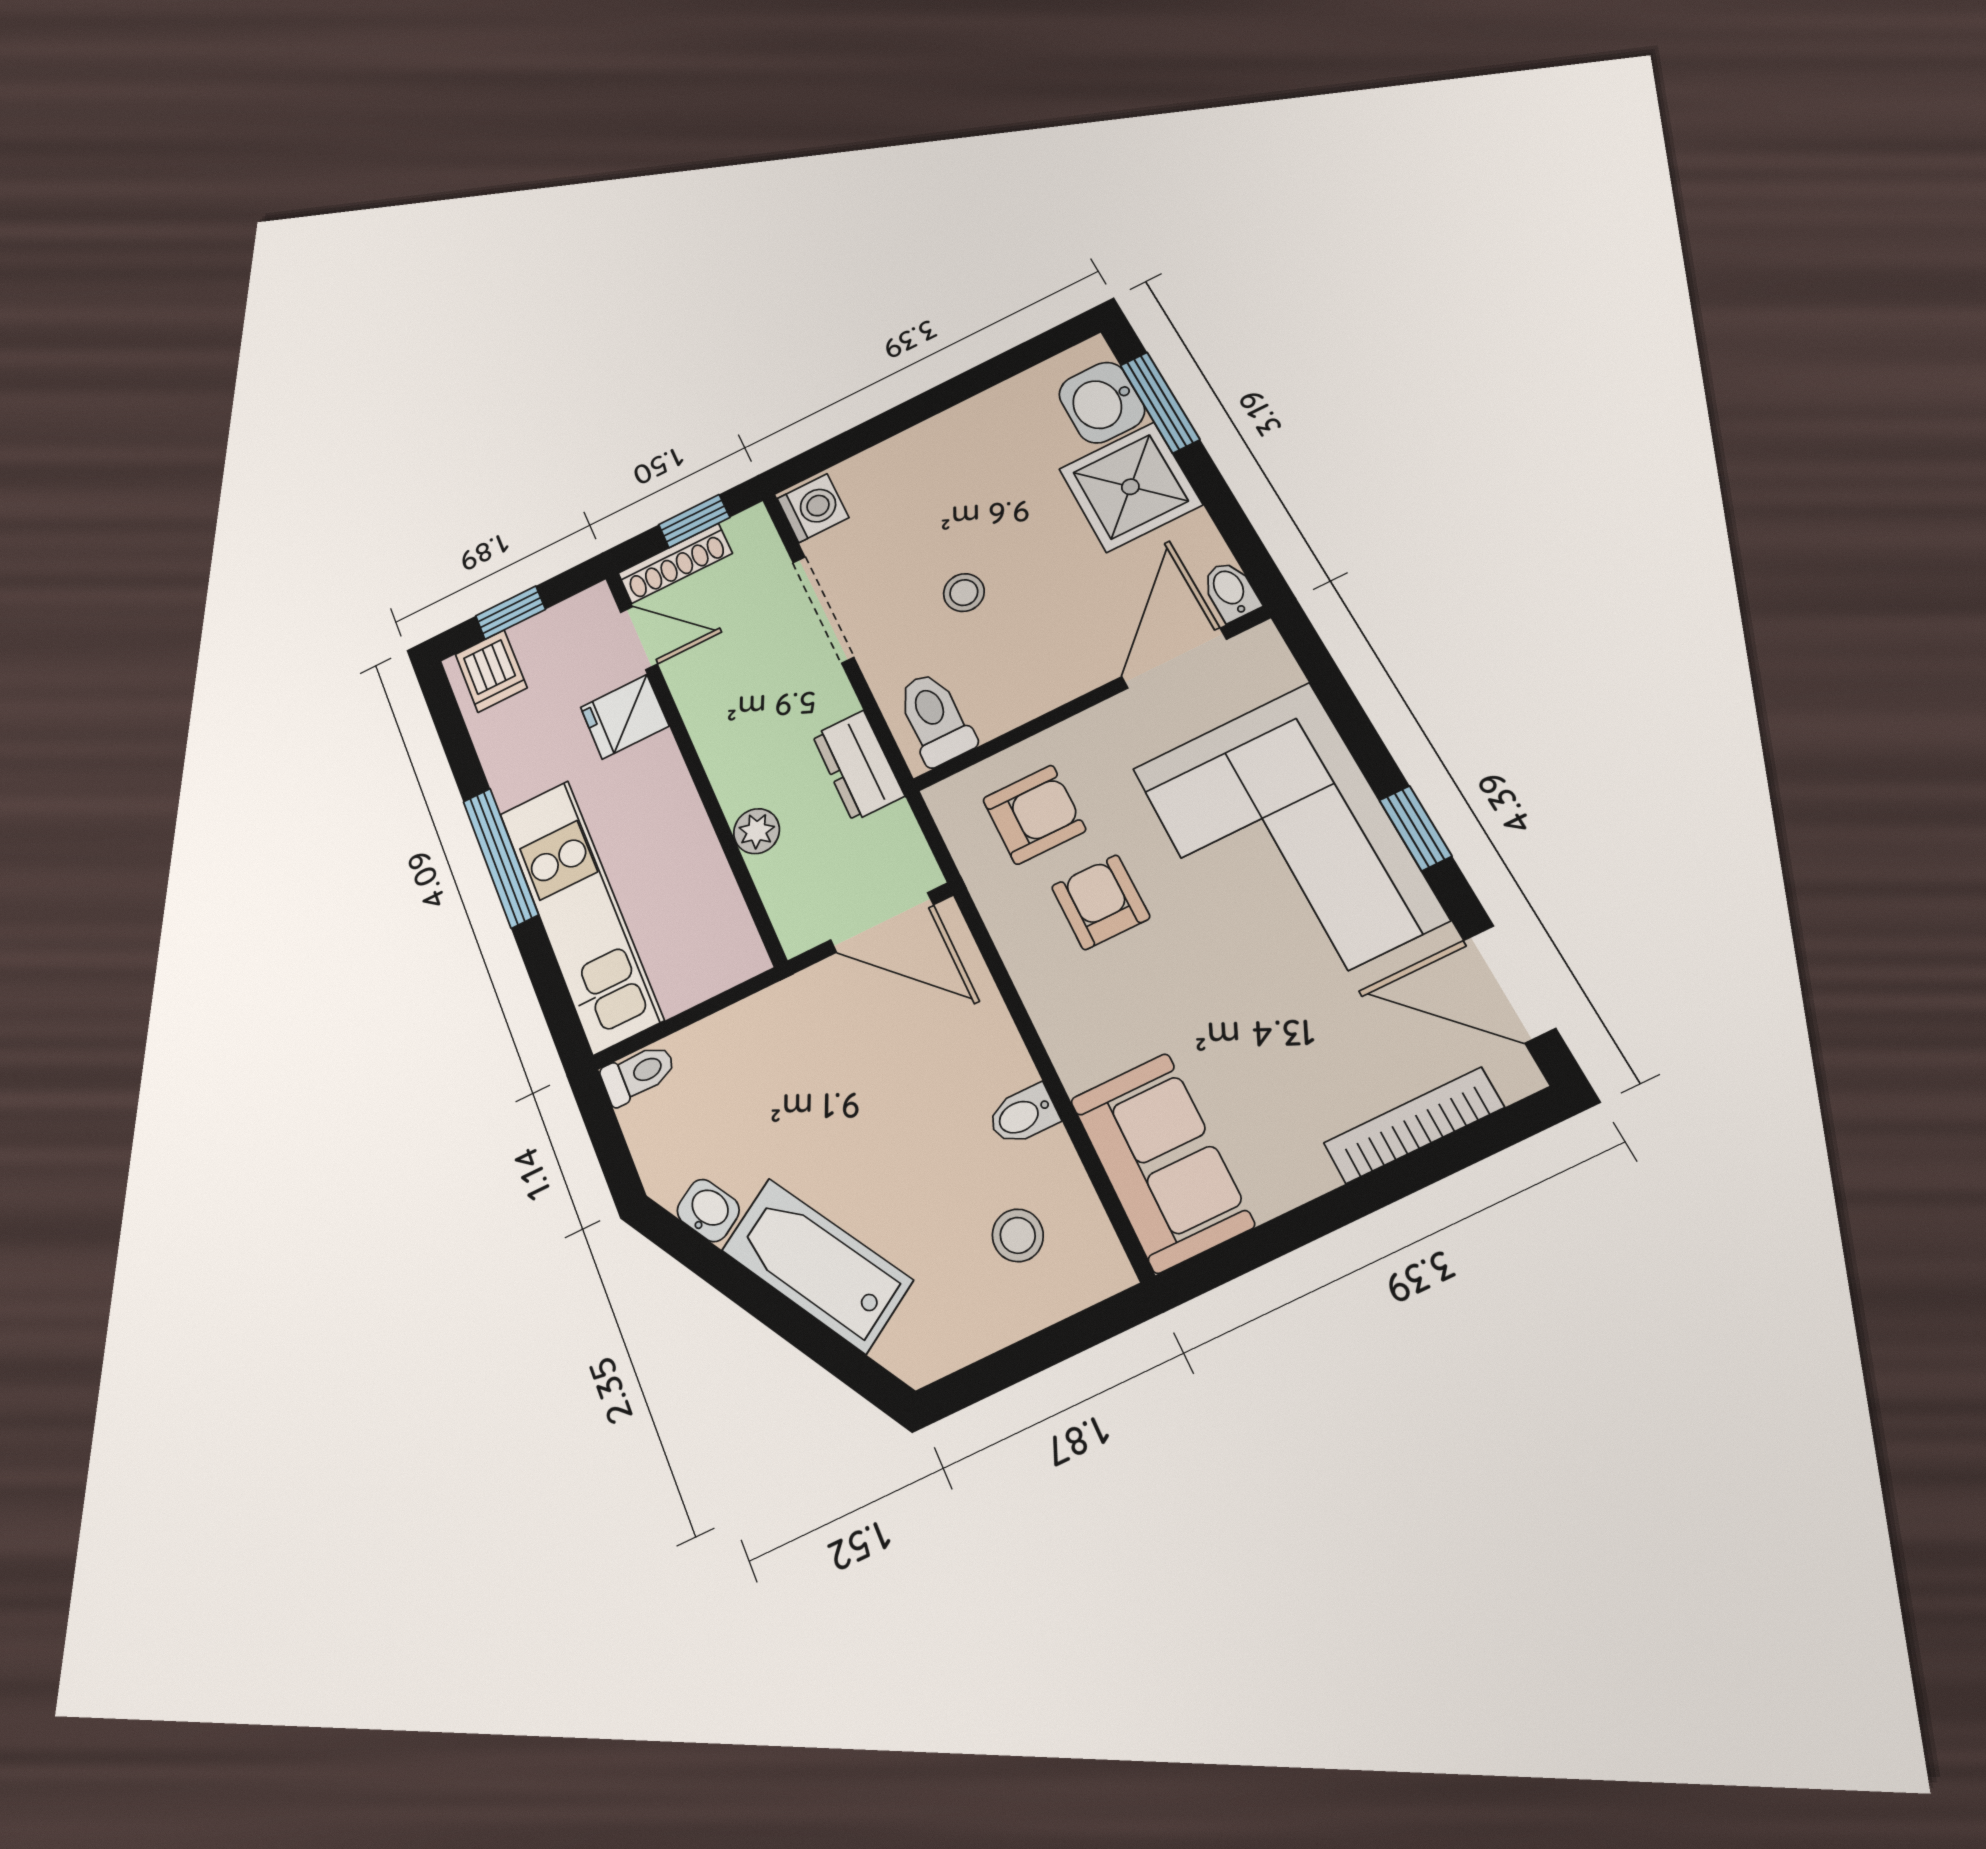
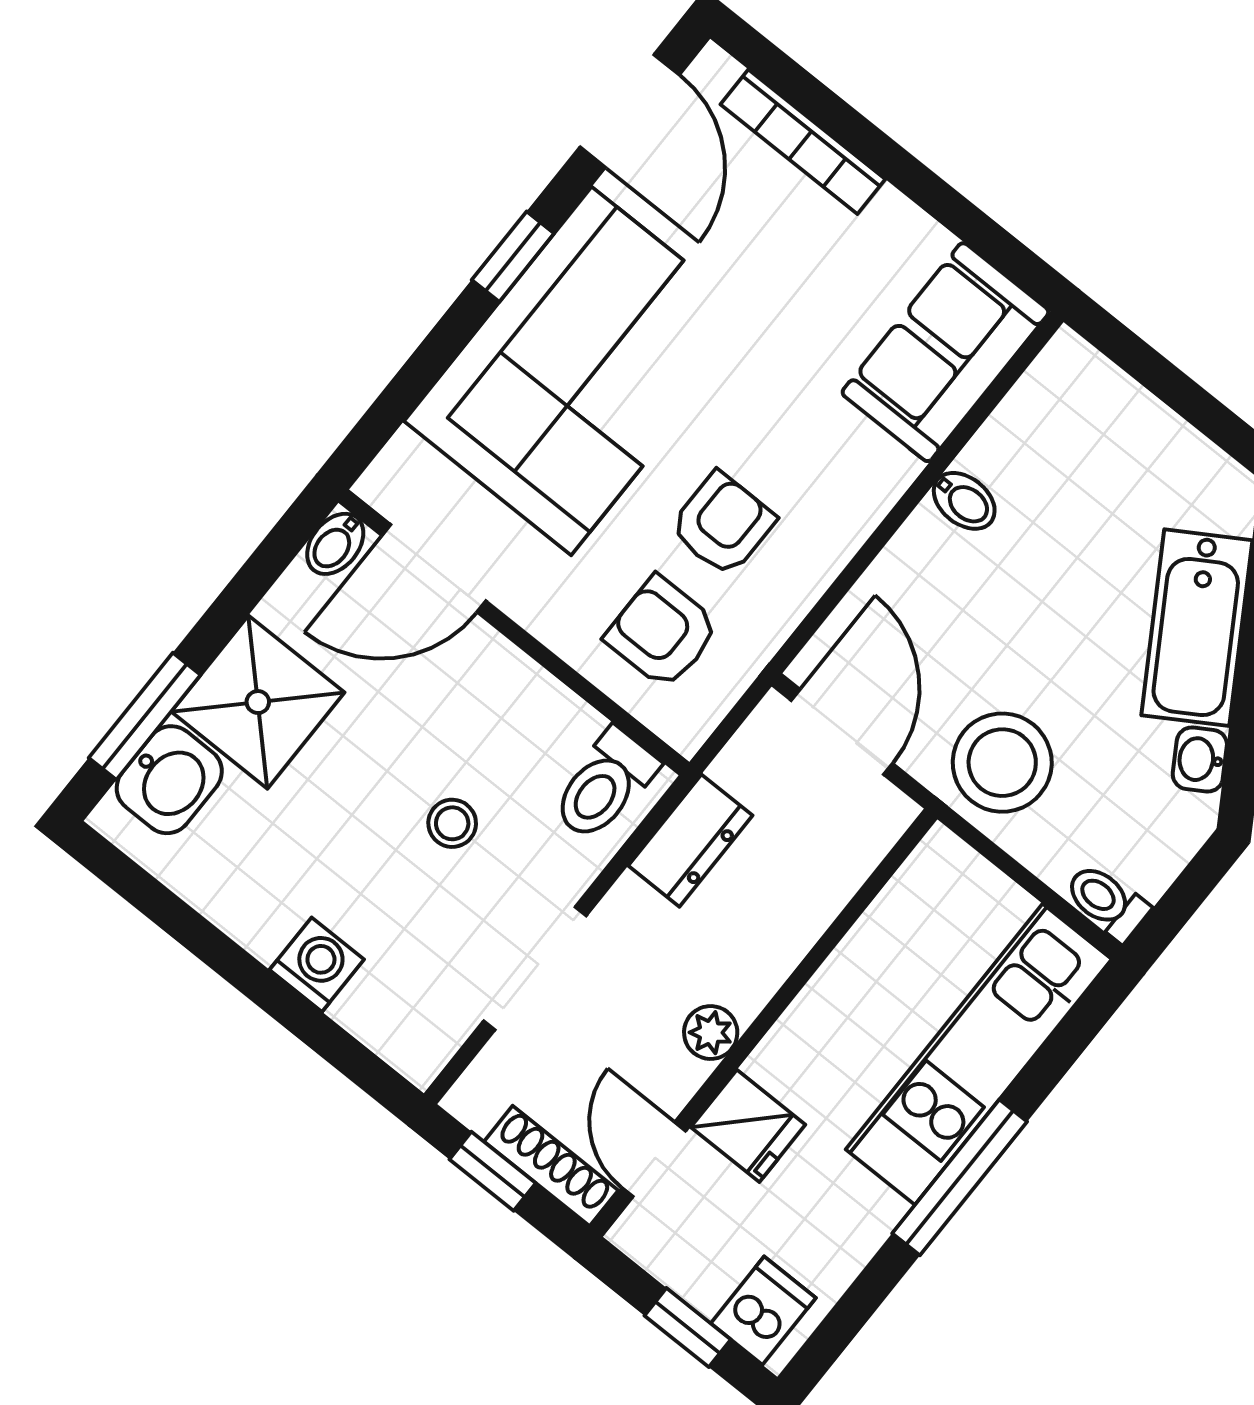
washing machine: (813, 508) -> (317, 965), moved, turned 90
plant: (757, 831) -> (711, 1033), moved
armchair: (1101, 902) -> (722, 524), turned 180
stool: (1018, 1235) -> (1002, 763), moved, width x1.89, depth x1.89

